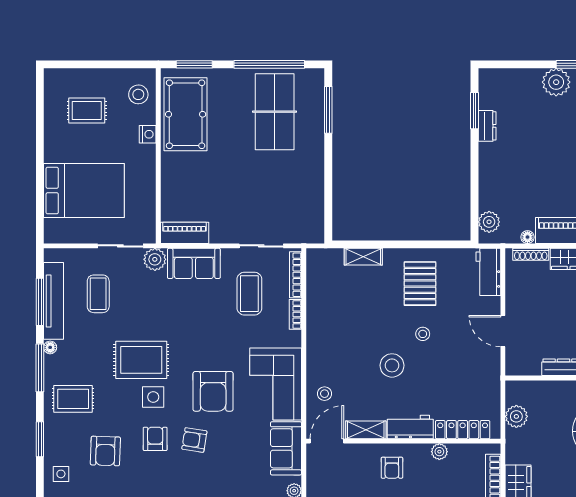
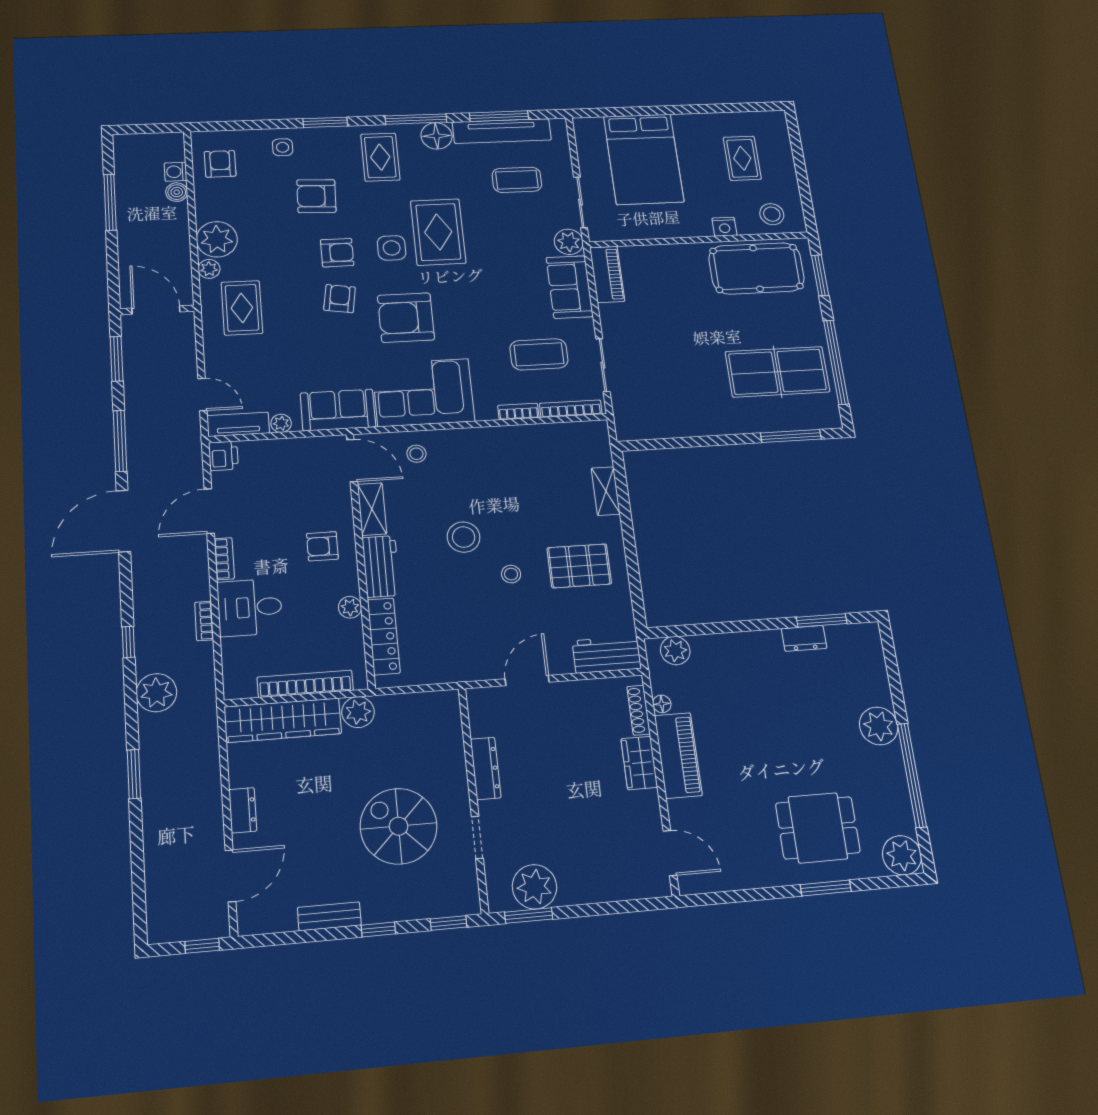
floor lamp: (50, 347) -> (436, 136), width x1.89, depth x1.89
plant: (516, 416) -> (358, 712), moved

